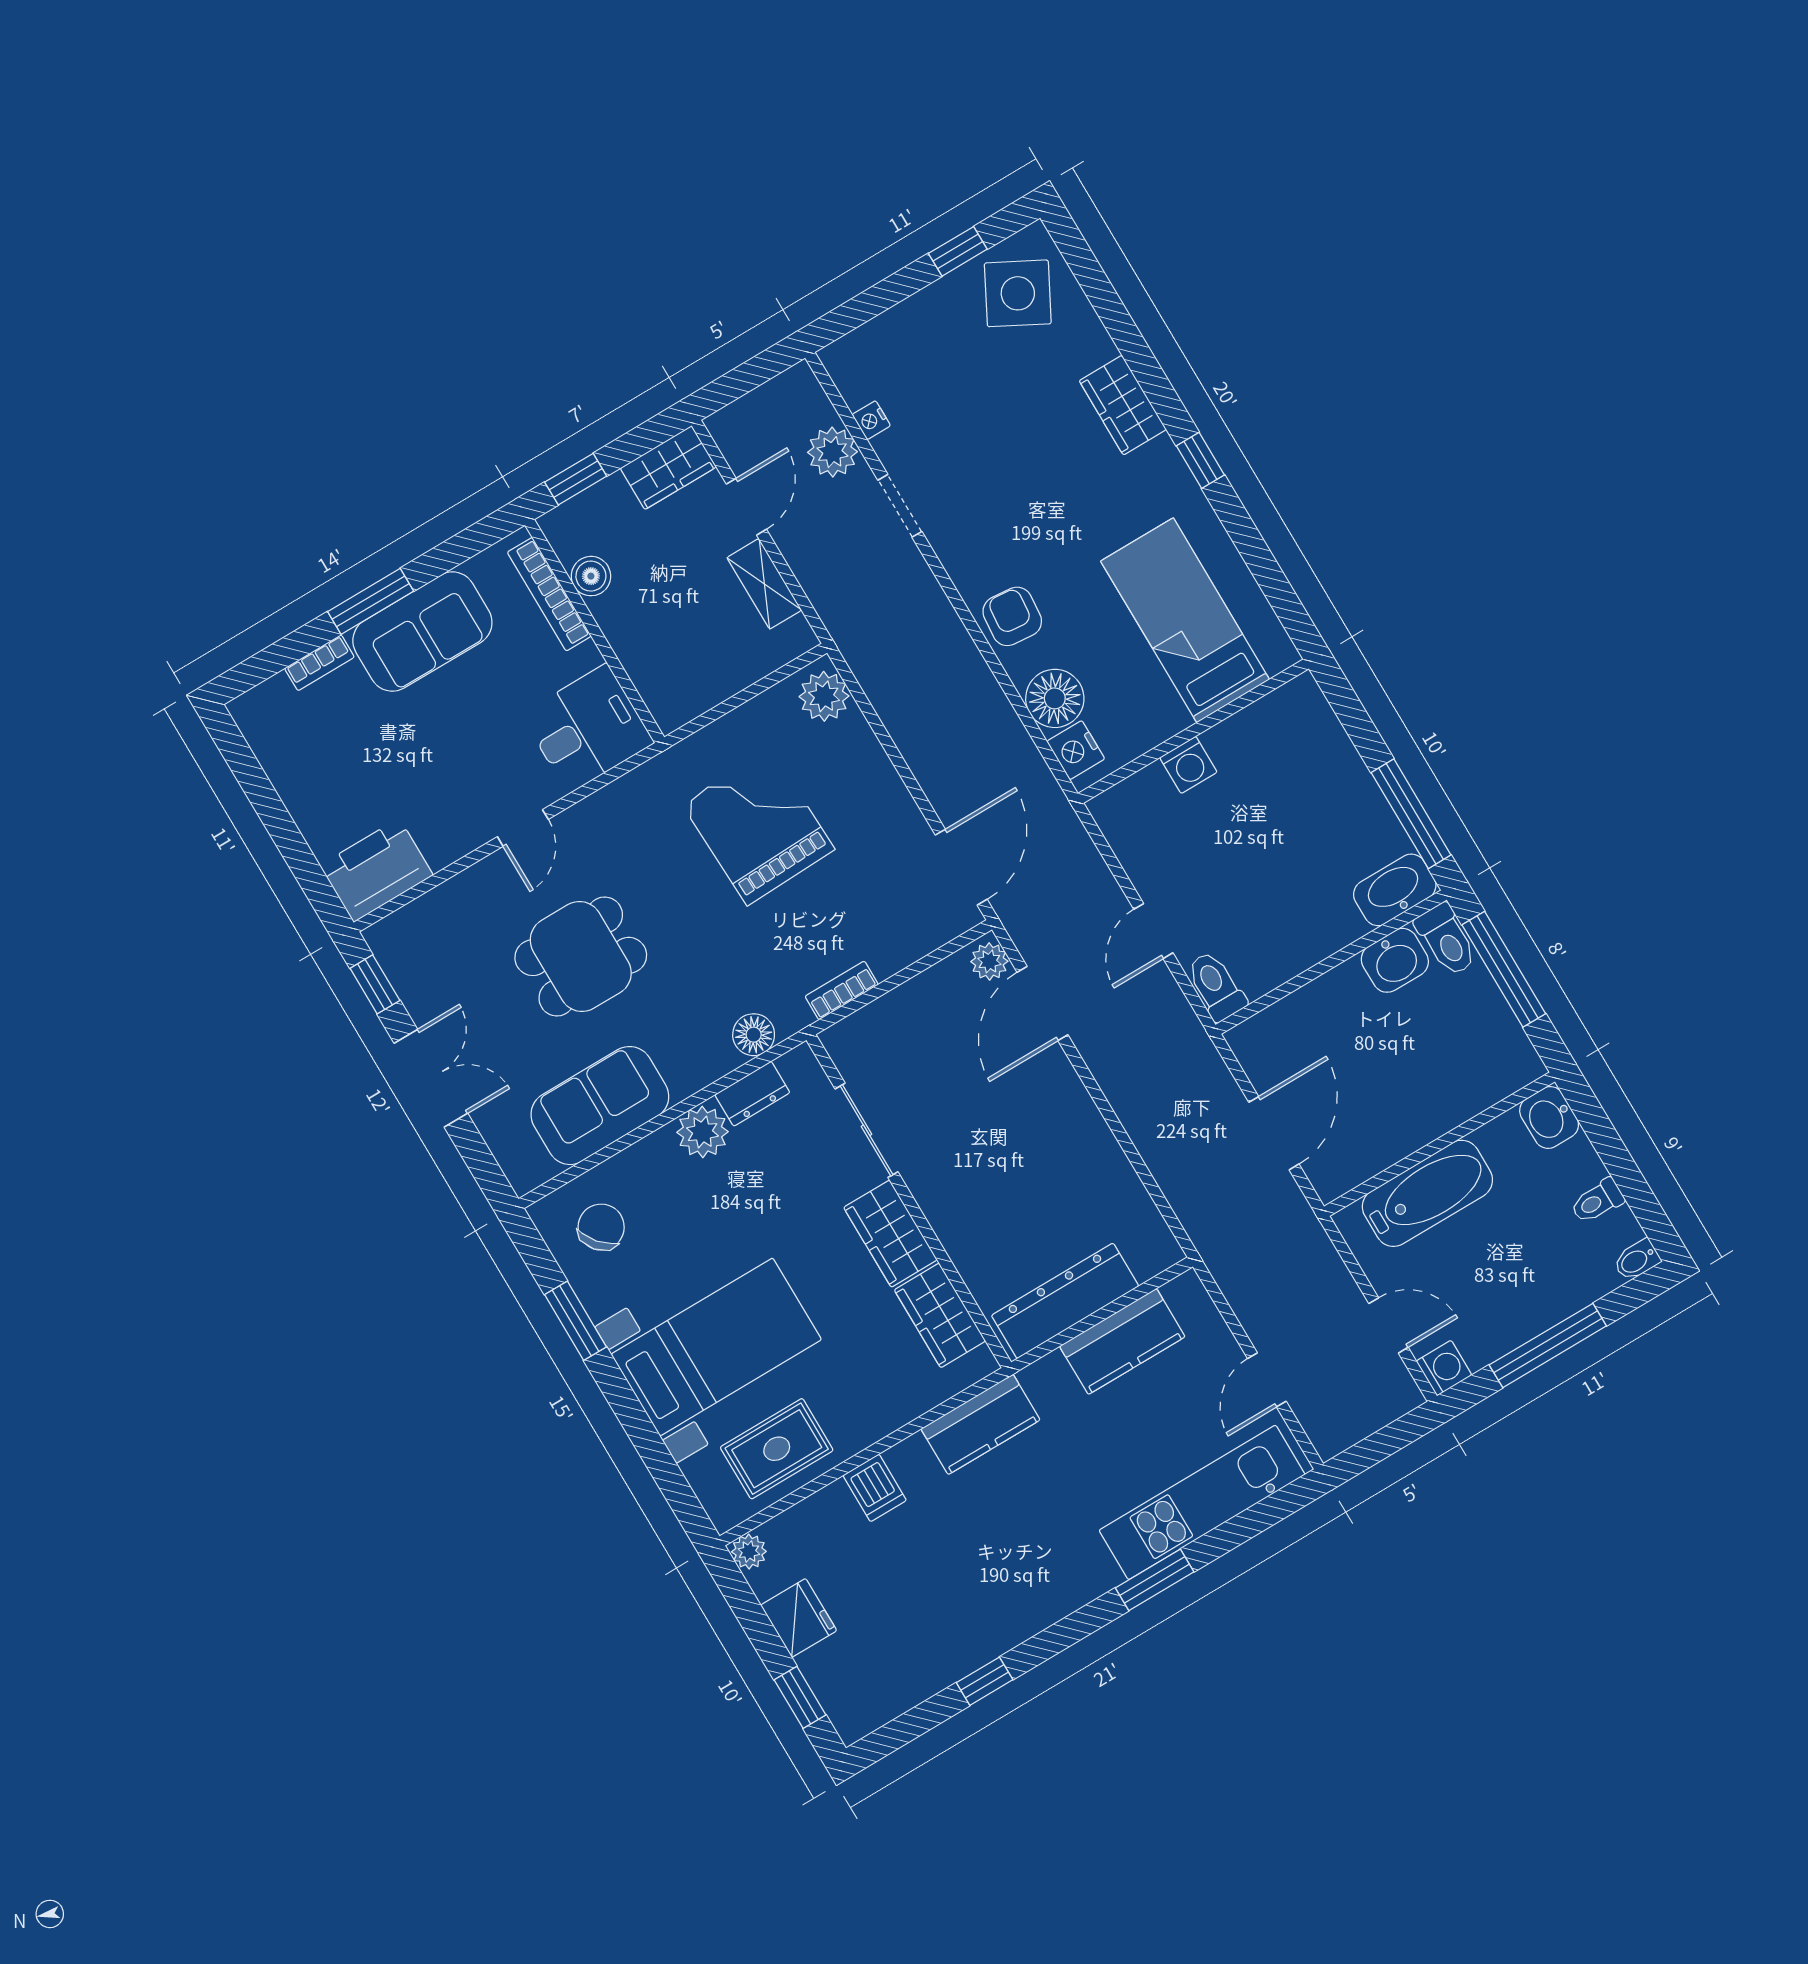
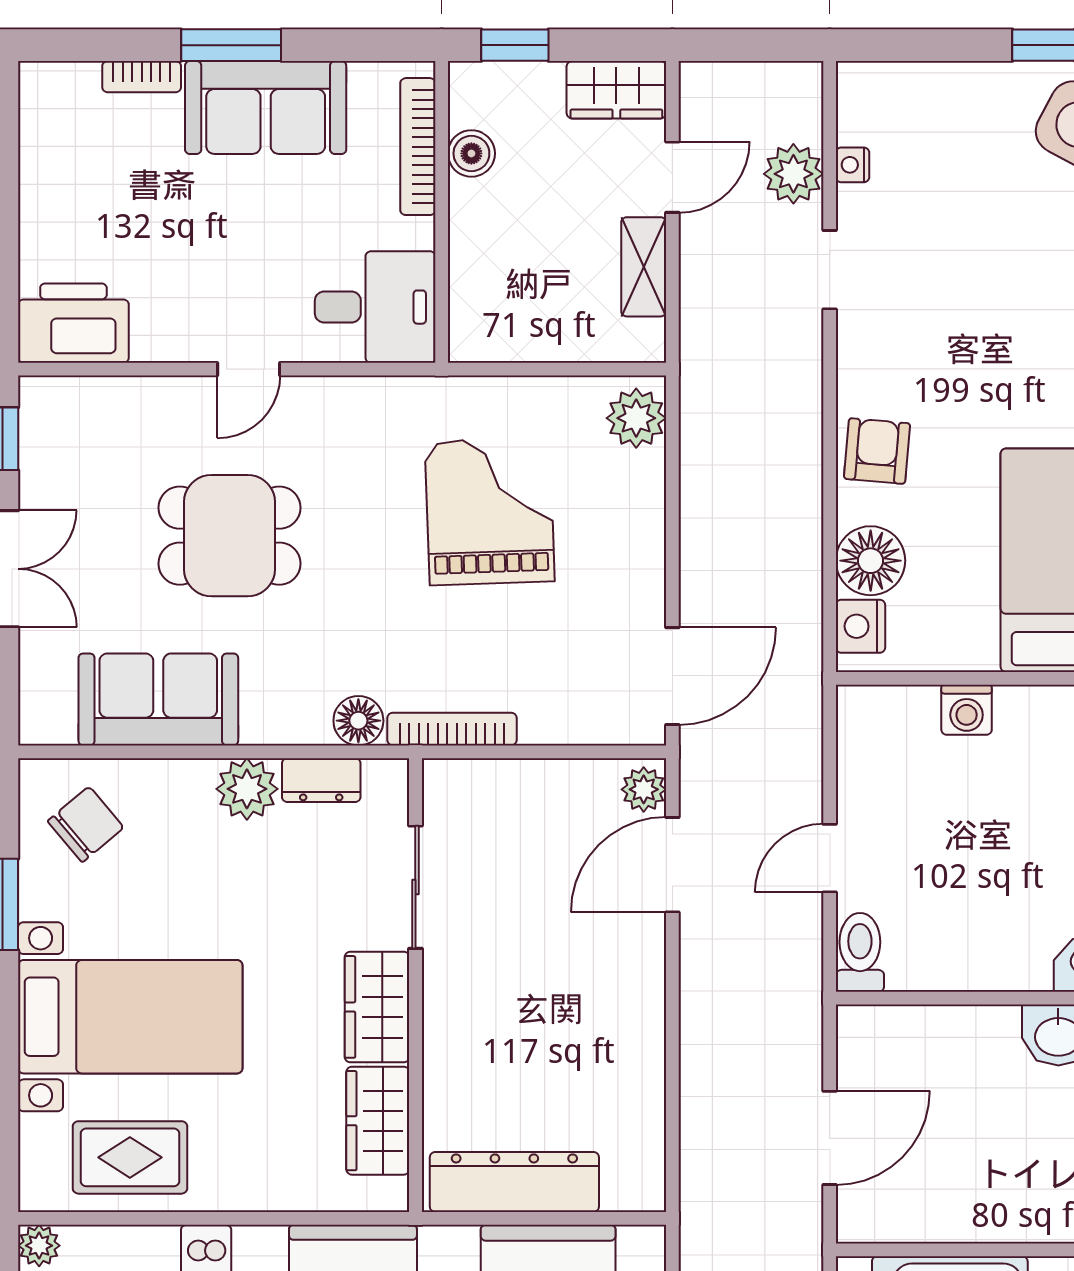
bookcase: (842, 990) -> (452, 729), width x1.56

